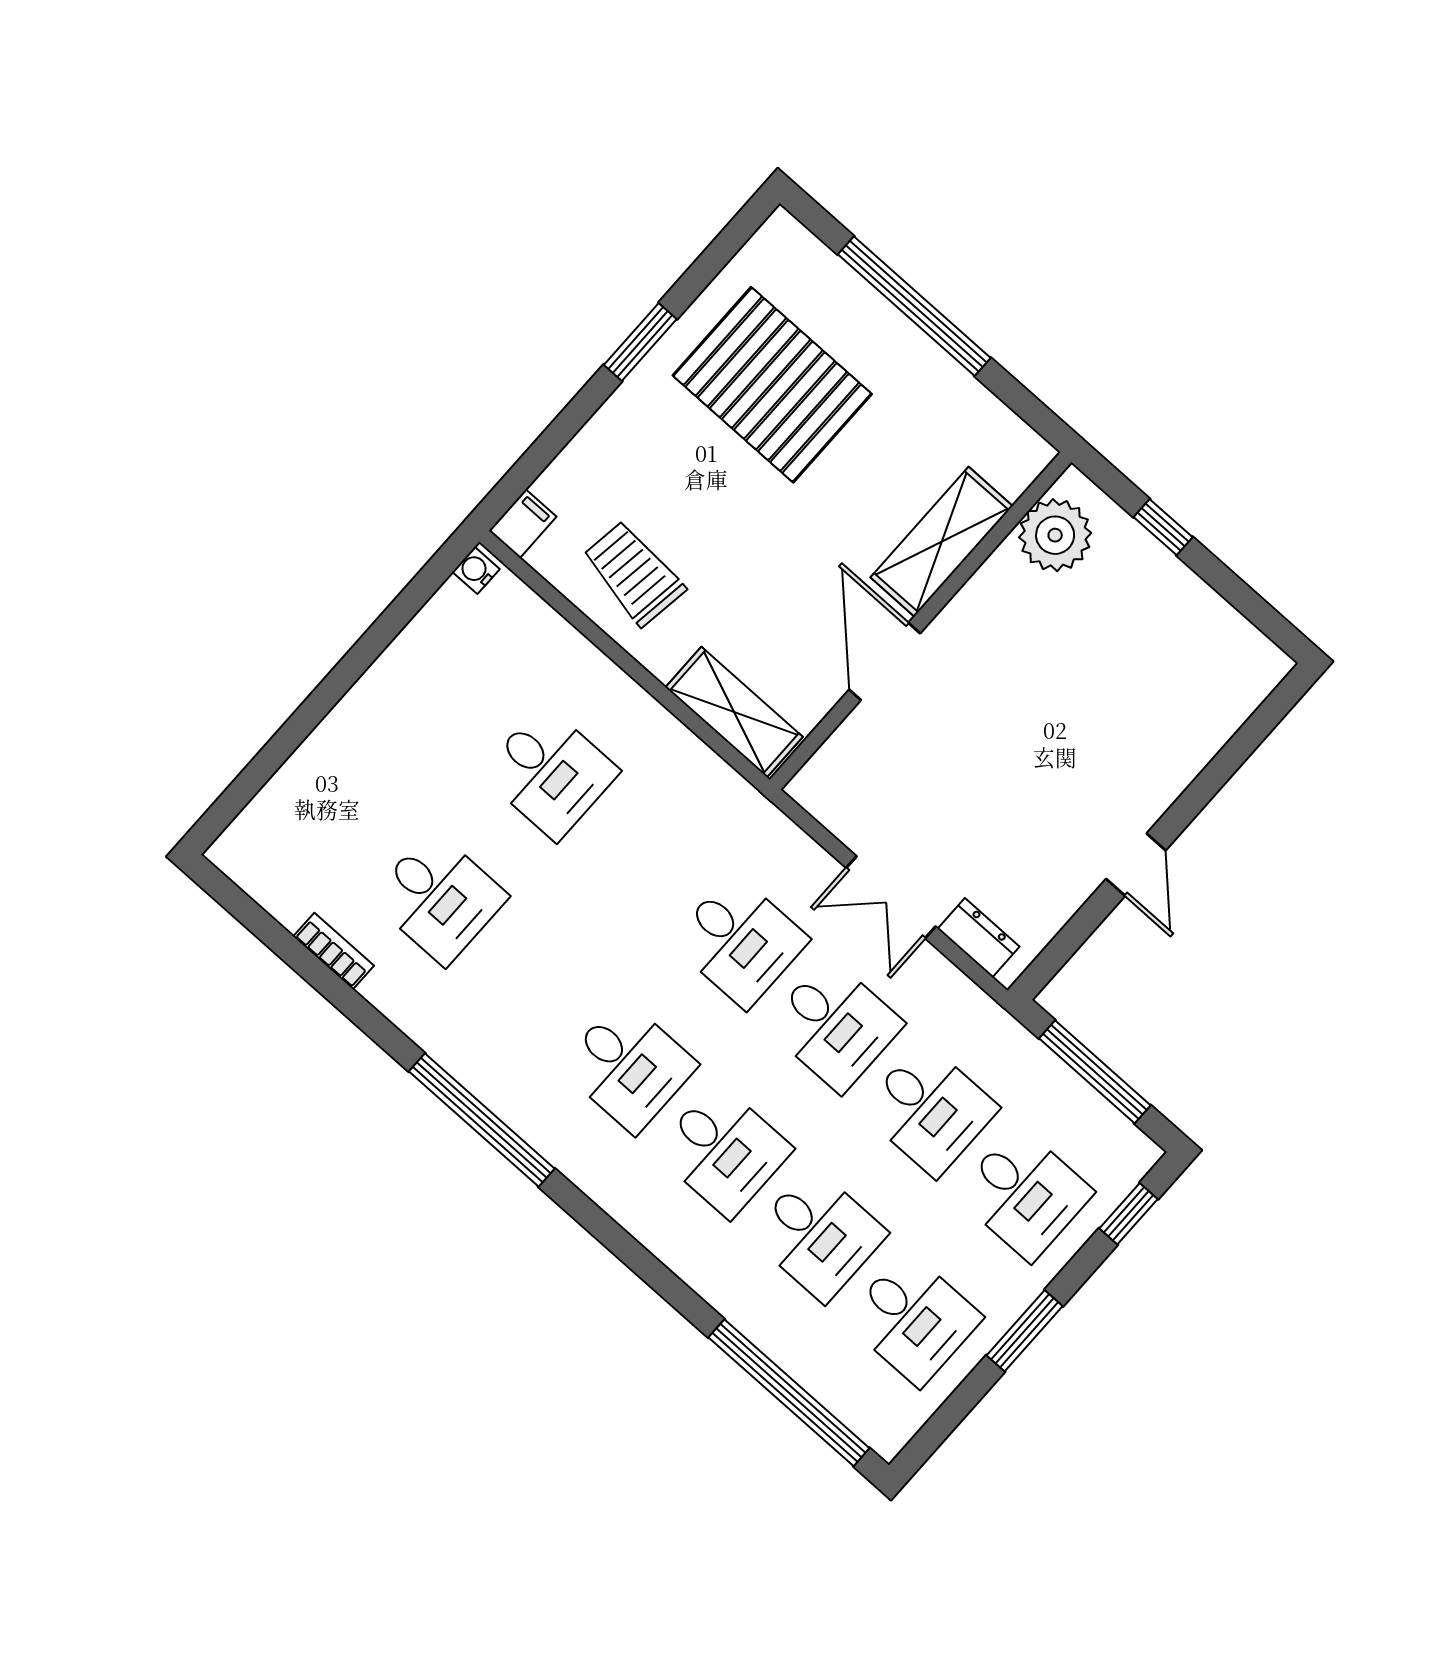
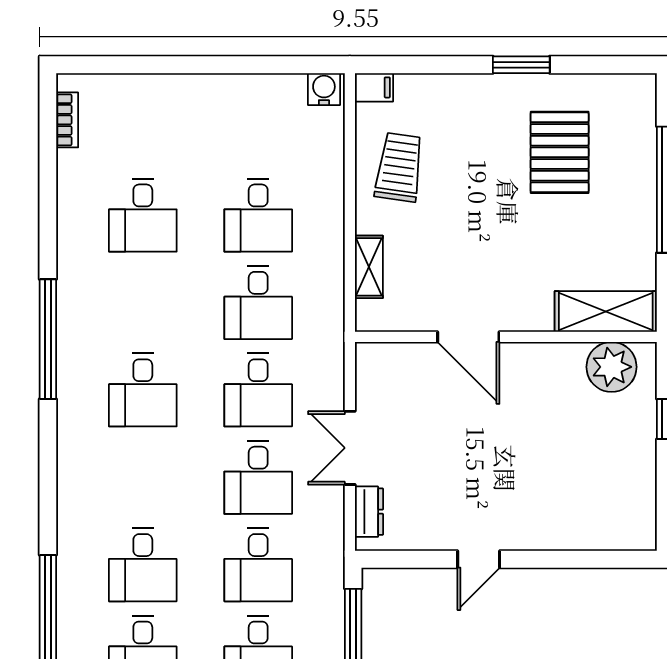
pallet: (772, 385) -> (560, 152), width x0.73, depth x0.71
shelving: (942, 542) -> (606, 311), moved
water cooler: (476, 570) -> (324, 89), width x1.38, depth x1.38
door: (885, 661) -> (468, 337), swing flipped
shelving: (734, 712) -> (369, 267), width x0.67, depth x0.75
bookcase: (334, 951) -> (67, 120), moved
desk: (723, 1150) -> (258, 303), moved

